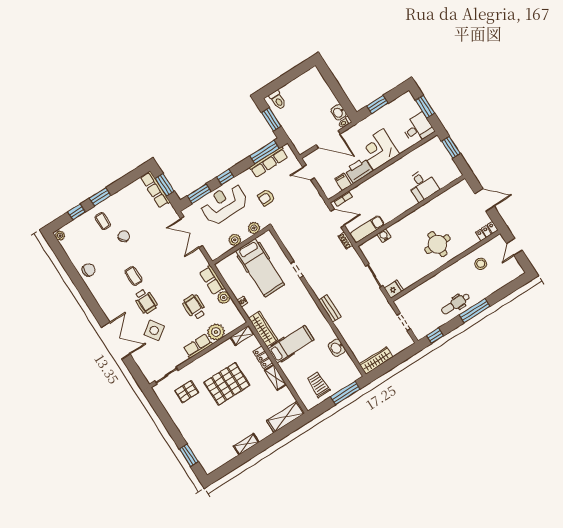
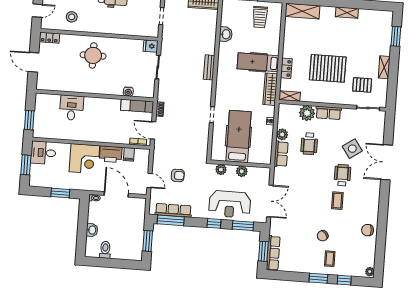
toilet: (278, 100) -> (105, 250), moved
washbasin: (339, 112) -> (92, 230), moved
armchair: (266, 198) -> (178, 175), moved
shelving: (275, 377) -> (384, 67), moved

